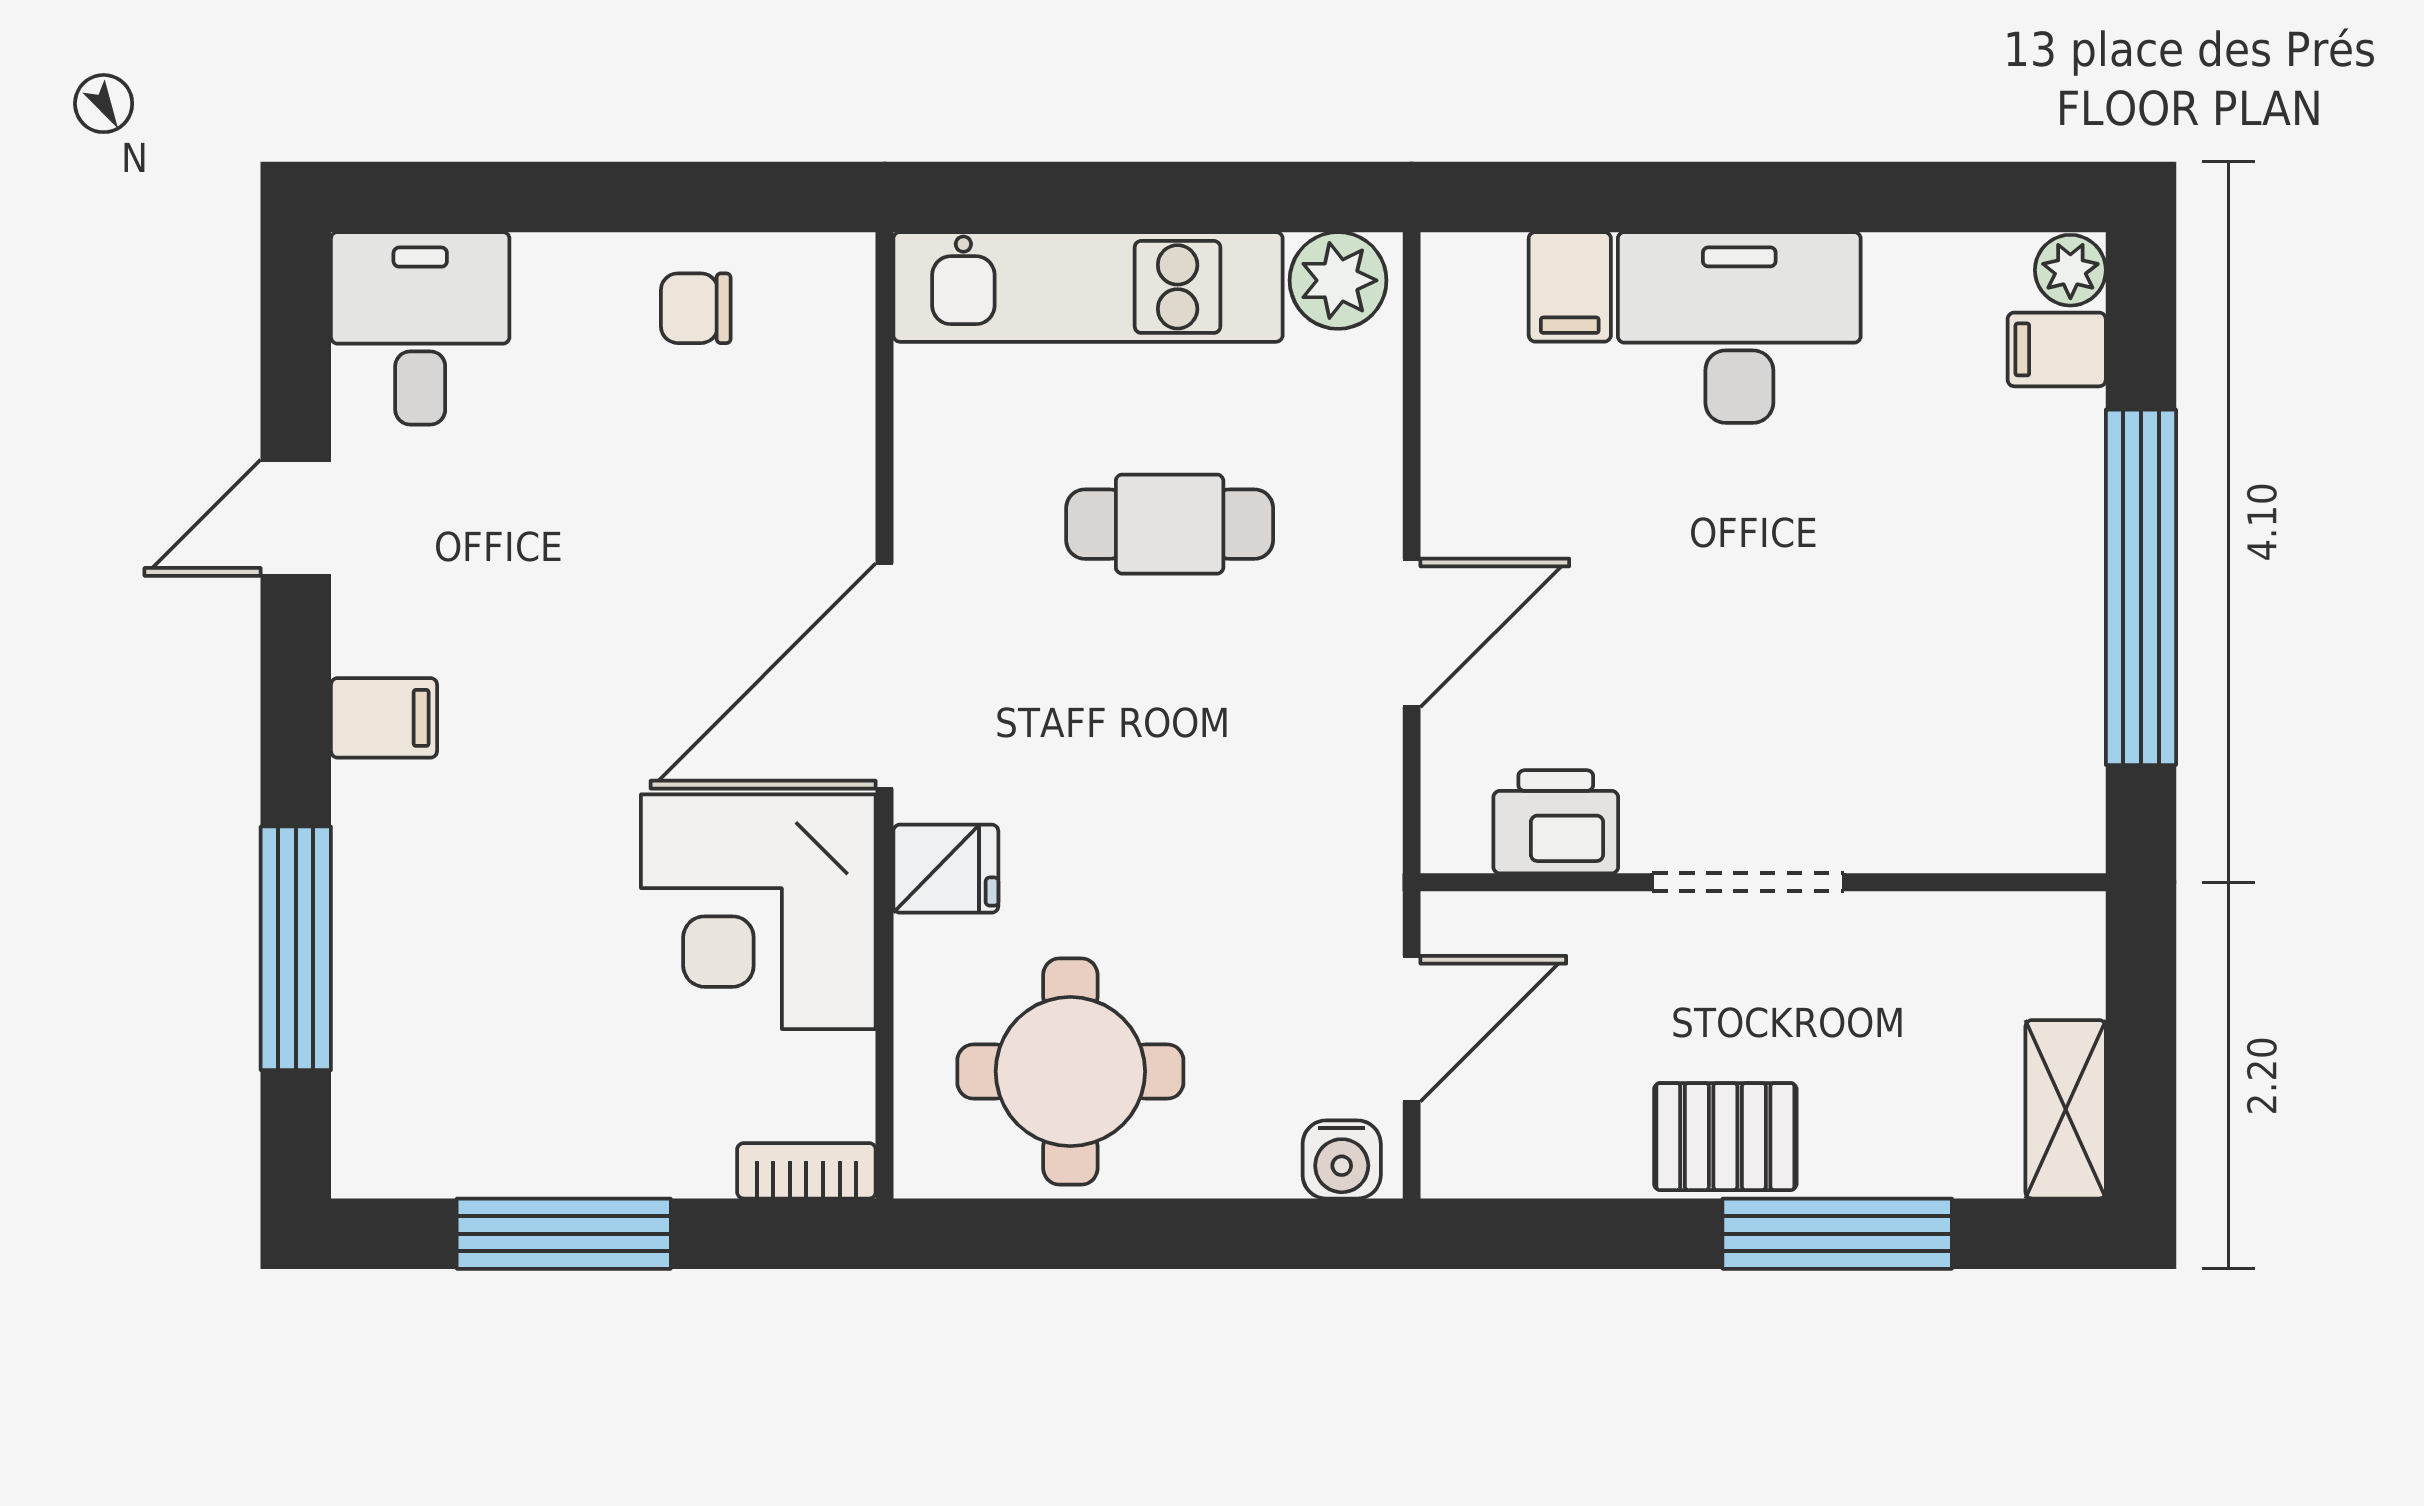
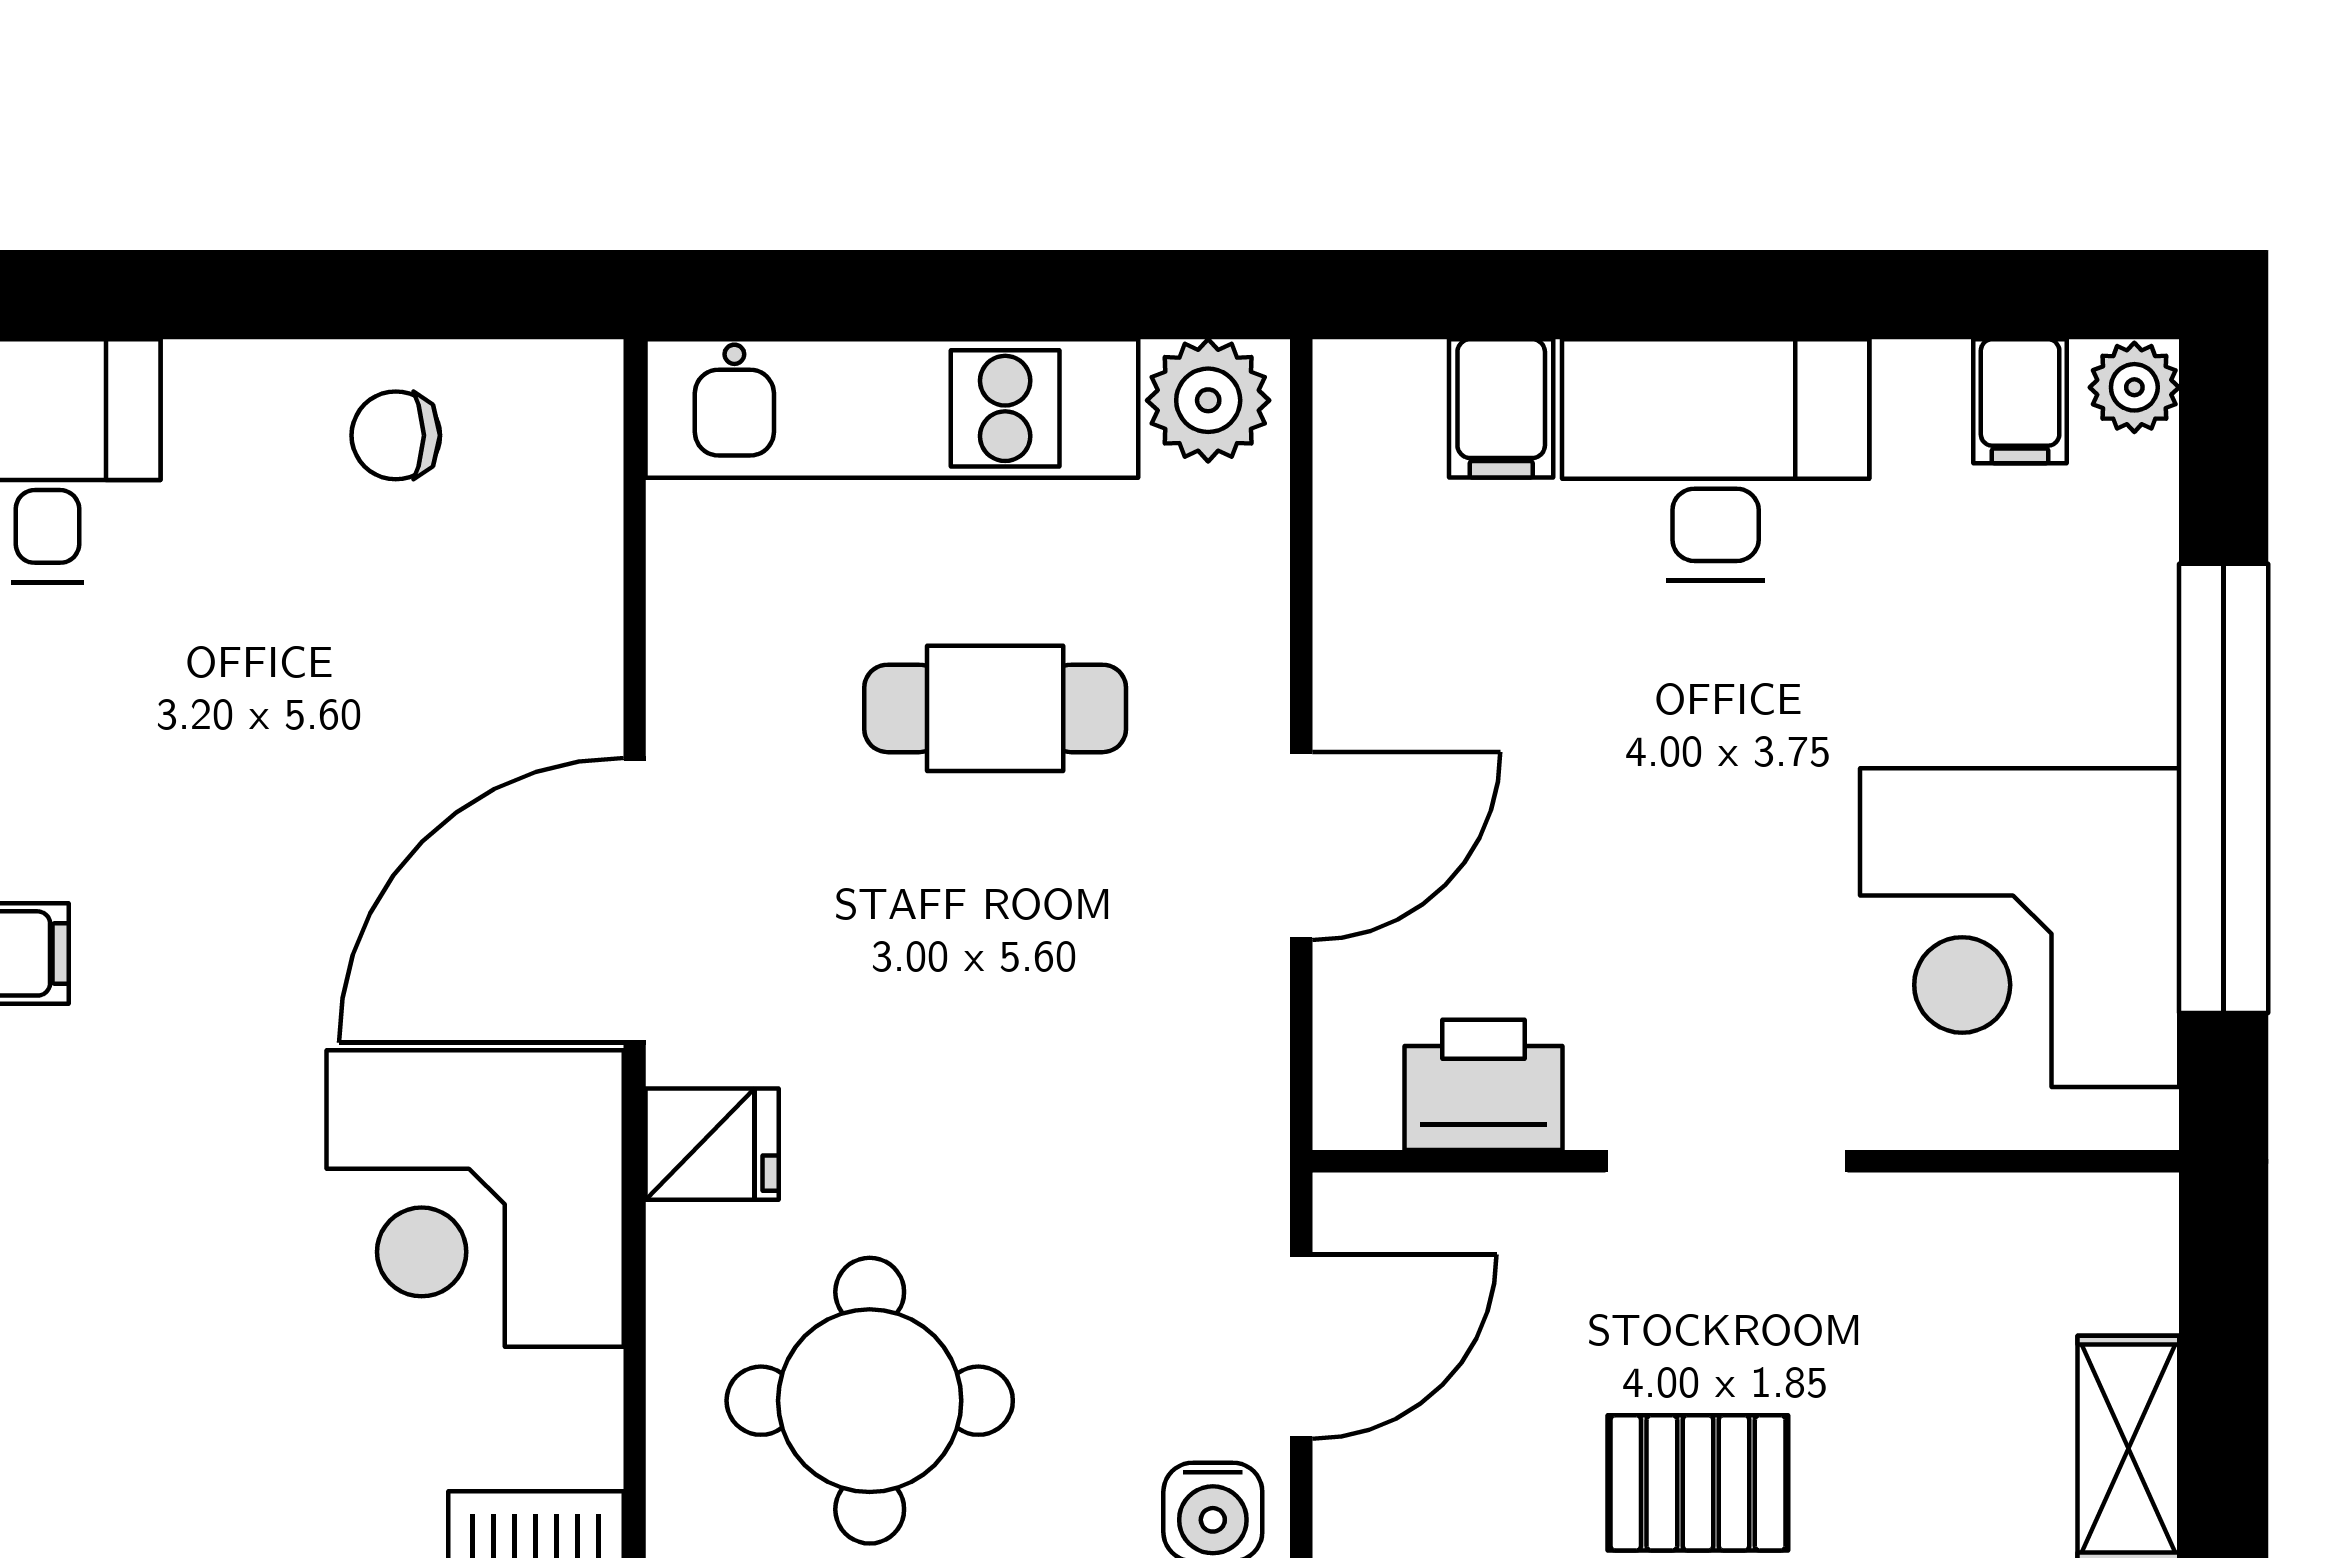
filing cabinet: (2057, 349) -> (2020, 401), moved, turned -90
corner desk: (1980, 697) -> (2020, 928), added

